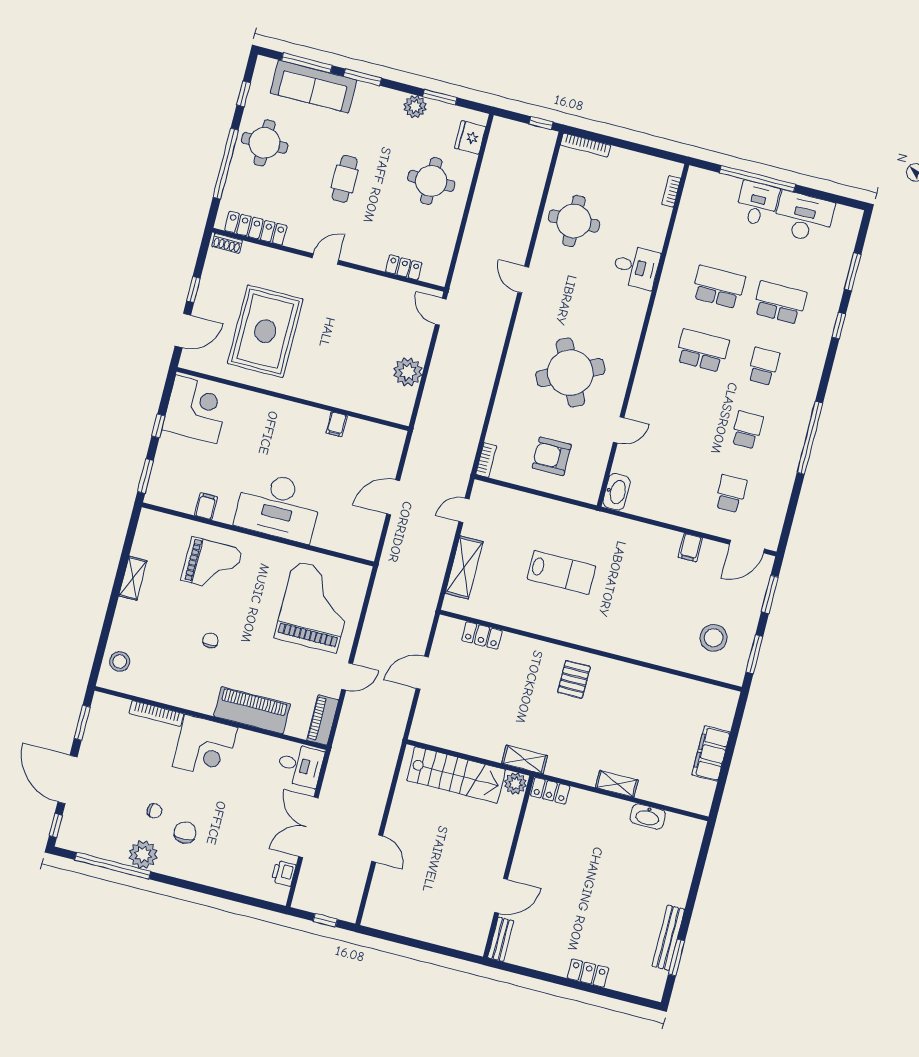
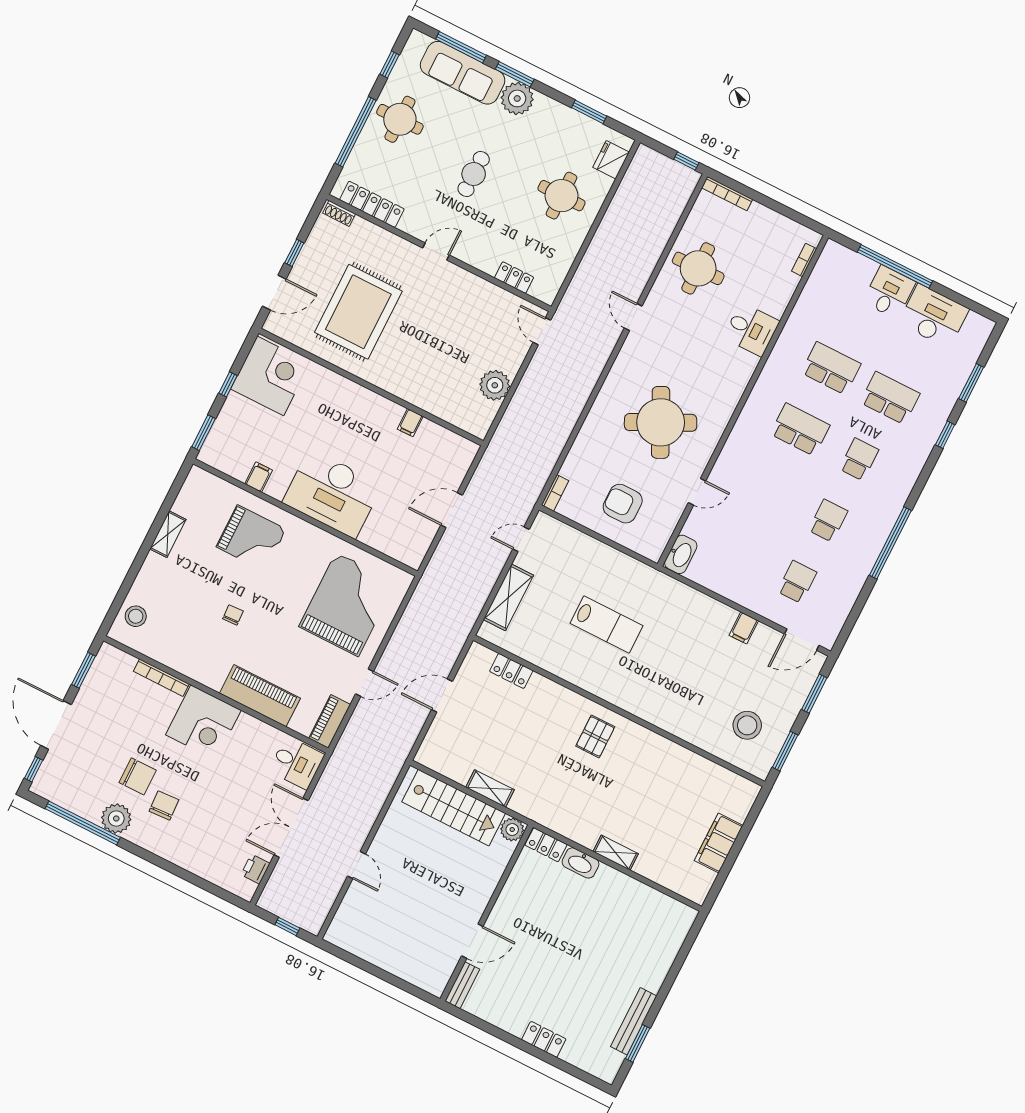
plant: (415, 107) -> (517, 98), moved, width x1.36, depth x1.36
shelving: (525, 760) -> (490, 788), moved
chair: (155, 811) -> (138, 776), width x1.87, depth x1.87
washbasin: (648, 816) -> (581, 863), moved

